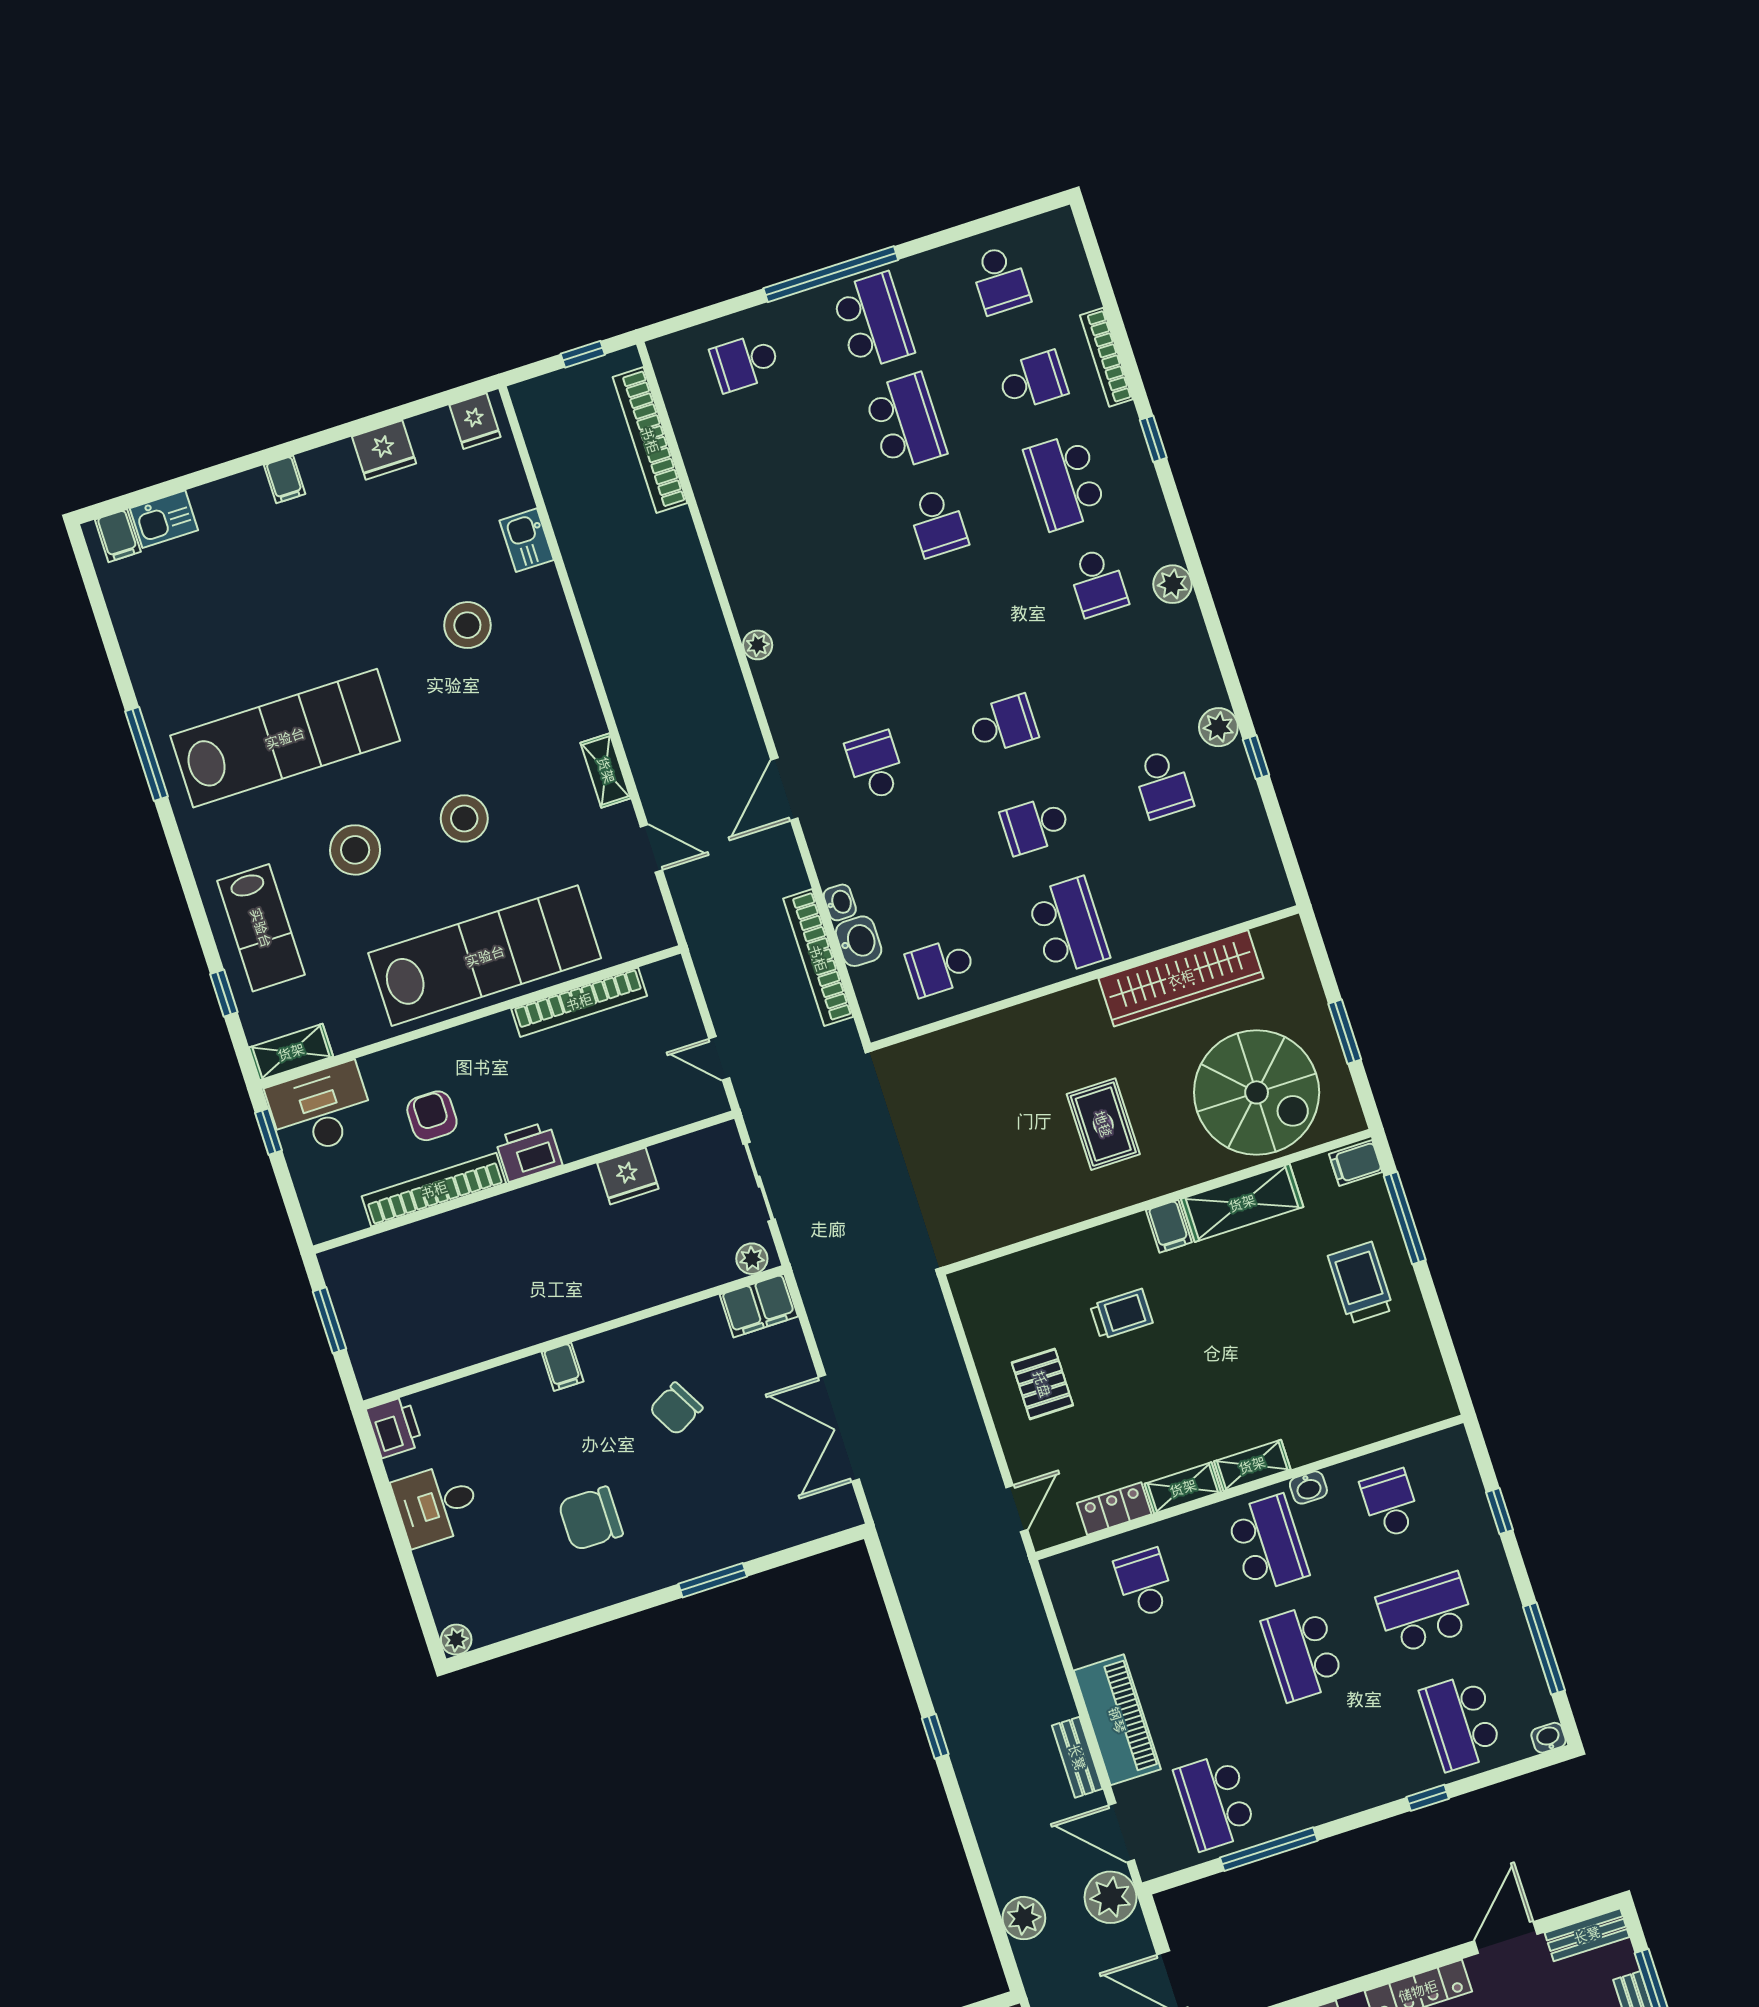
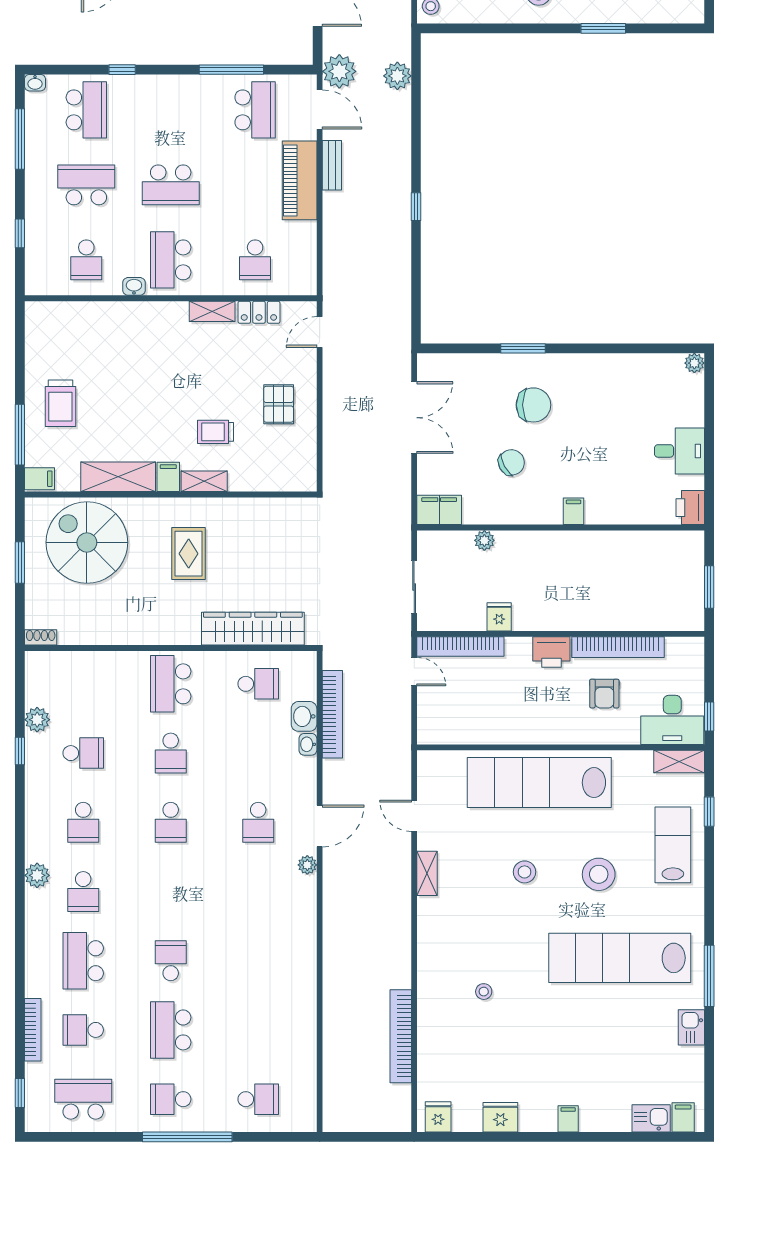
school desk: (1000, 280) -> (83, 1099), width x1.85
school desk: (873, 321) -> (171, 1099), width x0.54
window: (583, 354) -> (358, 1137), removed
window: (1153, 439) -> (20, 1093), moved
bookcase: (650, 440) -> (401, 1036), moved, turned 180
school desk: (1065, 482) -> (83, 961), turned 180
kitchen sink: (527, 540) -> (691, 1027), moved, turned 180
school desk: (1098, 582) -> (83, 892), turned 180
stool: (467, 625) -> (484, 992), width x0.53, depth x0.53
plant: (758, 645) -> (307, 865), moved
school desk: (1130, 683) -> (83, 822), added
school desk: (1003, 724) -> (171, 822), turned -90
plant: (1218, 727) -> (37, 720), moved
school desk: (1163, 784) -> (83, 753), turned 90
stool: (464, 818) -> (525, 872), width x0.73, depth x0.73
school desk: (1035, 825) -> (171, 753), turned 90
shoe rack: (1279, 932) -> (41, 637), added
wardrobe: (1181, 978) -> (253, 629), moved
bookcase: (579, 1002) -> (460, 647), moved, turned 180
fridge: (628, 1176) -> (499, 617), width x0.72
plant: (752, 1259) -> (484, 540), moved
shelving: (1252, 1465) -> (204, 481), moved
chair: (591, 1518) -> (533, 405), moved
school desk: (1426, 1613) -> (86, 185), turned 180
school desk: (1303, 1653) -> (171, 185), turned 90

